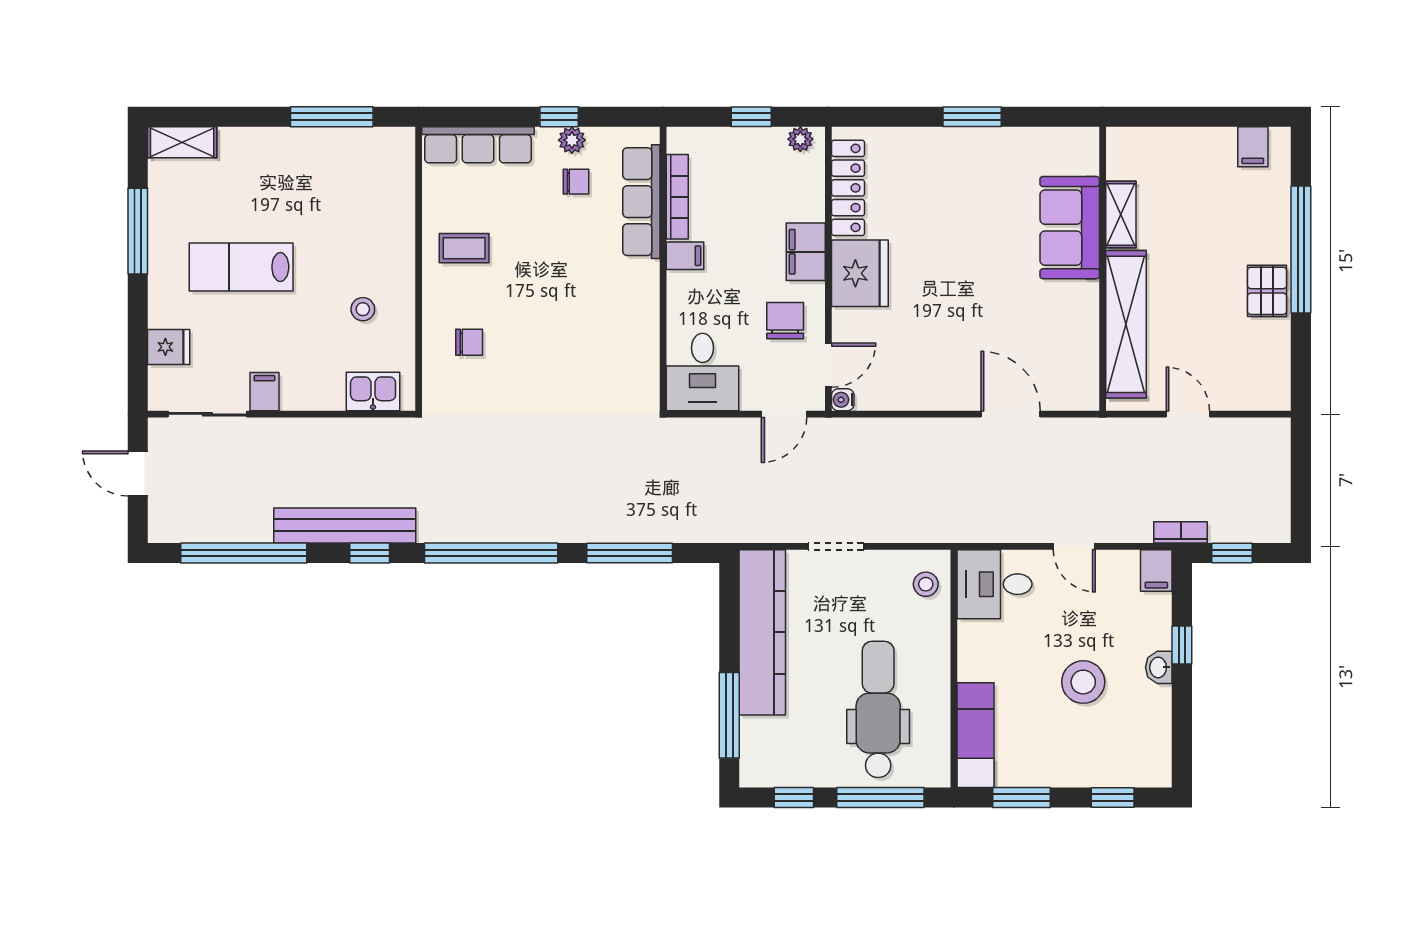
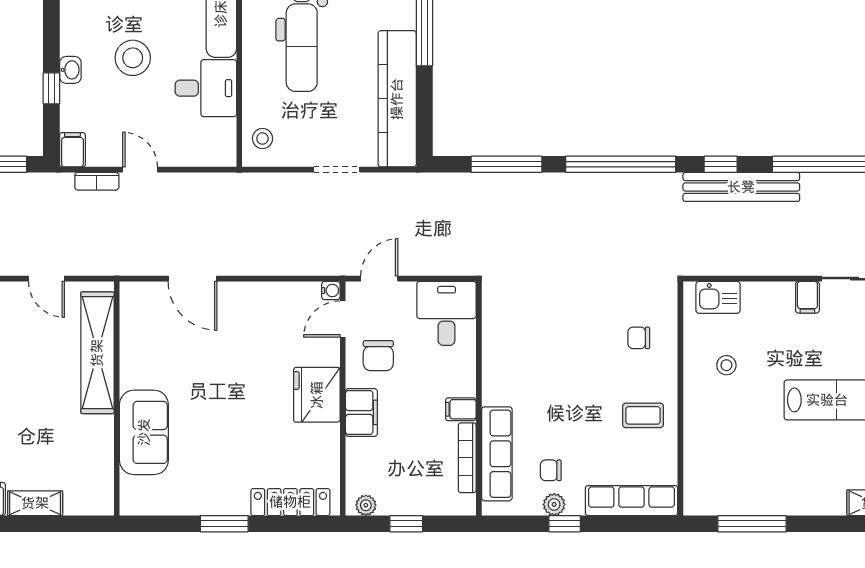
locker: (848, 188) -> (290, 502), moved, turned 90
shelving: (1121, 214) -> (35, 503), moved, turned 90
bookcase: (1181, 532) -> (97, 181), moved
desk: (995, 584) -> (206, 88), moved

